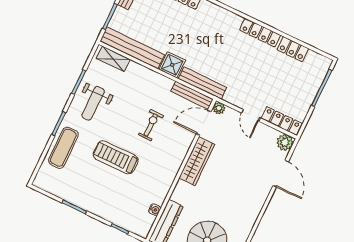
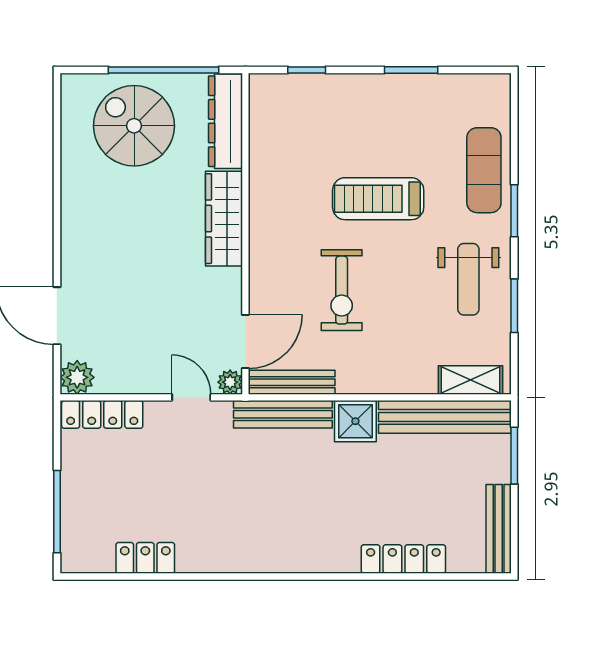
locker: (260, 33) -> (221, 559), removed
weight bench: (93, 103) -> (468, 279), turned 180
door: (251, 115) -> (191, 397), moved
exercise bike: (151, 125) -> (342, 290), width x1.38, depth x1.39
treadmill: (116, 157) -> (378, 199), turned 180
wardrobe: (197, 161) -> (224, 219), moved
water cooler: (155, 210) -> (259, 136), removed

